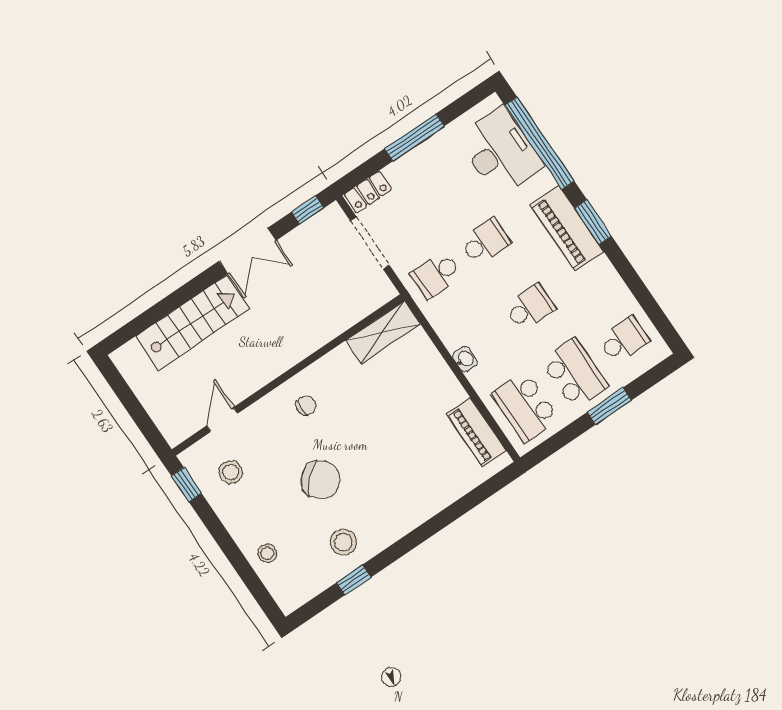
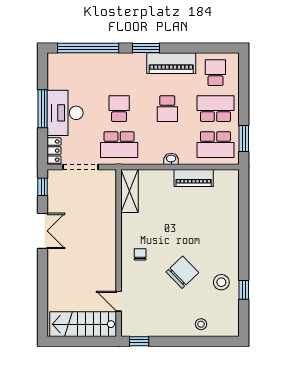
desk: (500, 152) -> (65, 113), moved, turned -90
piano: (567, 228) -> (171, 63), moved
school desk: (436, 275) -> (119, 145), width x1.85
school desk: (530, 307) -> (167, 109), turned 180
stairs: (192, 322) -> (83, 324), moved, turned -90
window: (609, 406) -> (244, 139), moved
piano: (476, 432) -> (194, 178), moved
stool: (231, 472) -> (148, 315), removed

